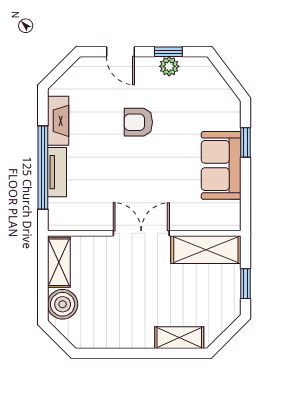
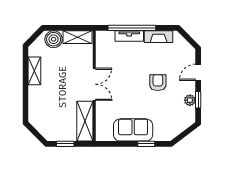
shelving: (179, 338) -> (34, 71), moved

